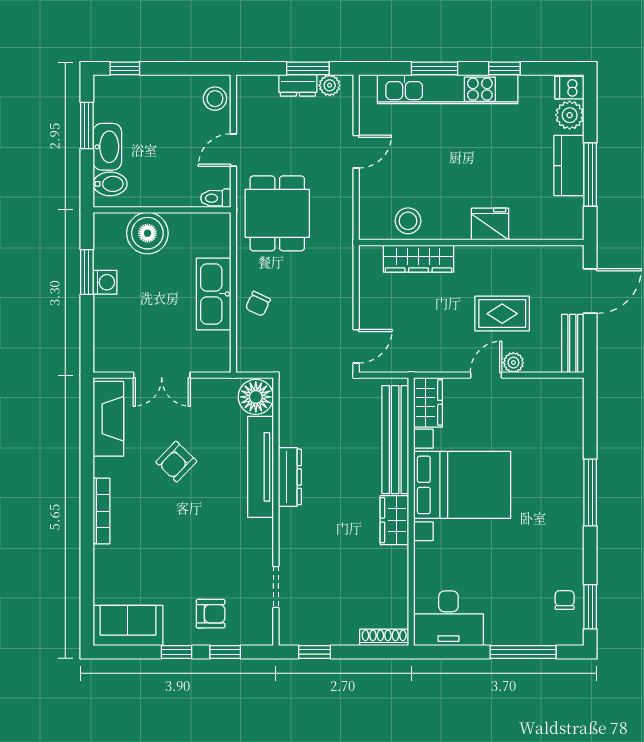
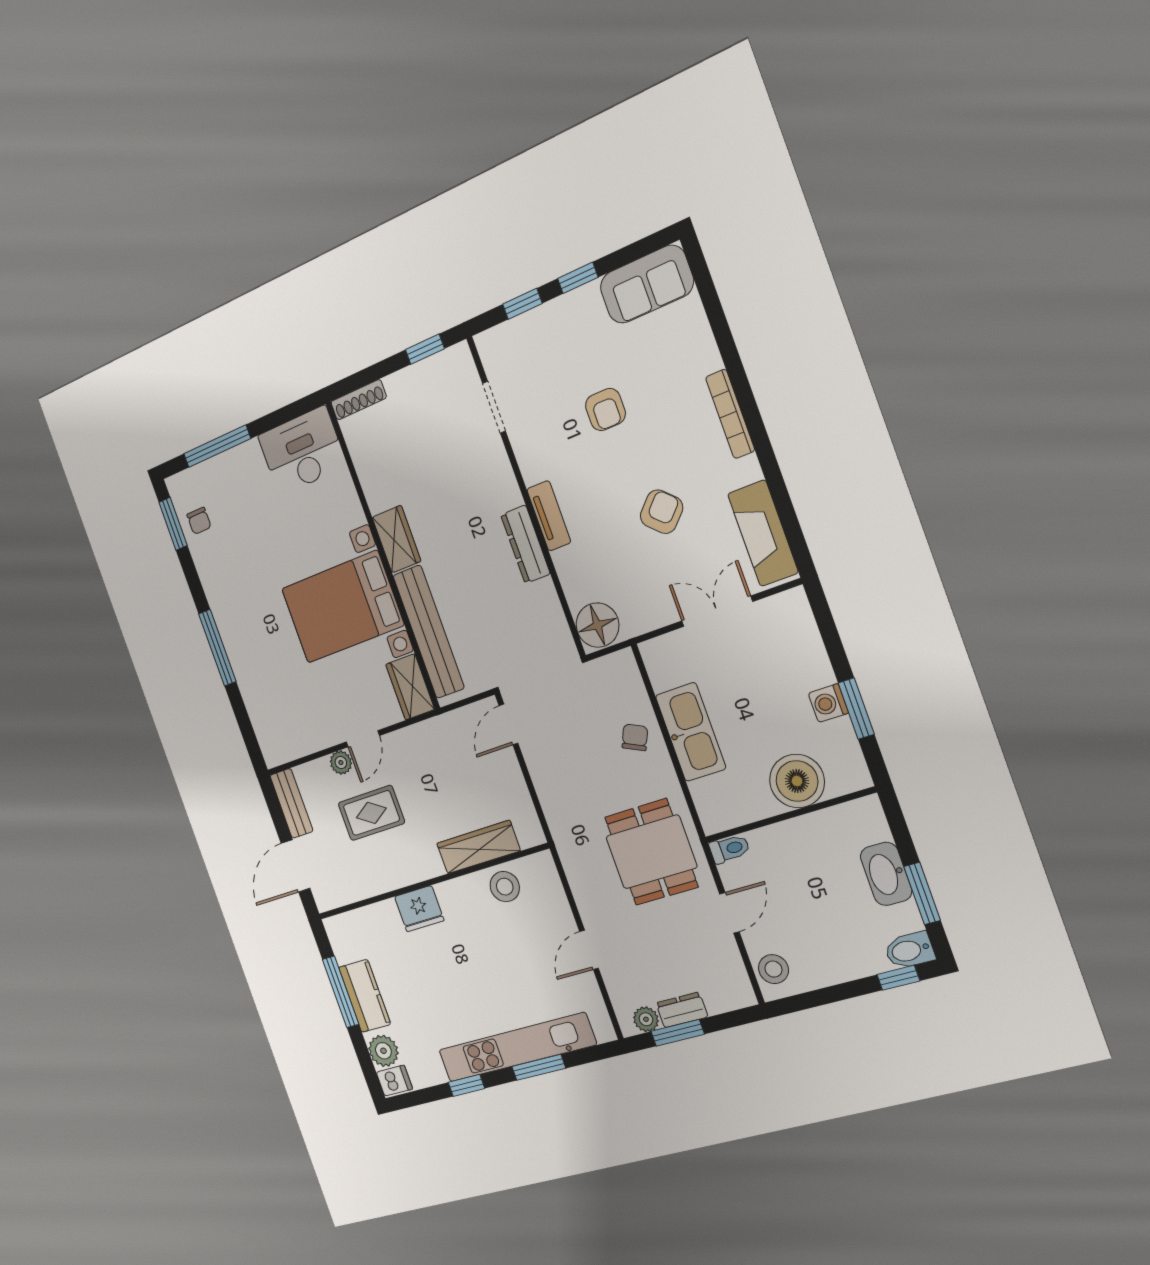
bidet: (110, 184) -> (909, 950), moved
tv unit: (260, 467) -> (549, 516), width x0.52, depth x0.78
armchair: (211, 614) -> (605, 410), moved, turned -90

